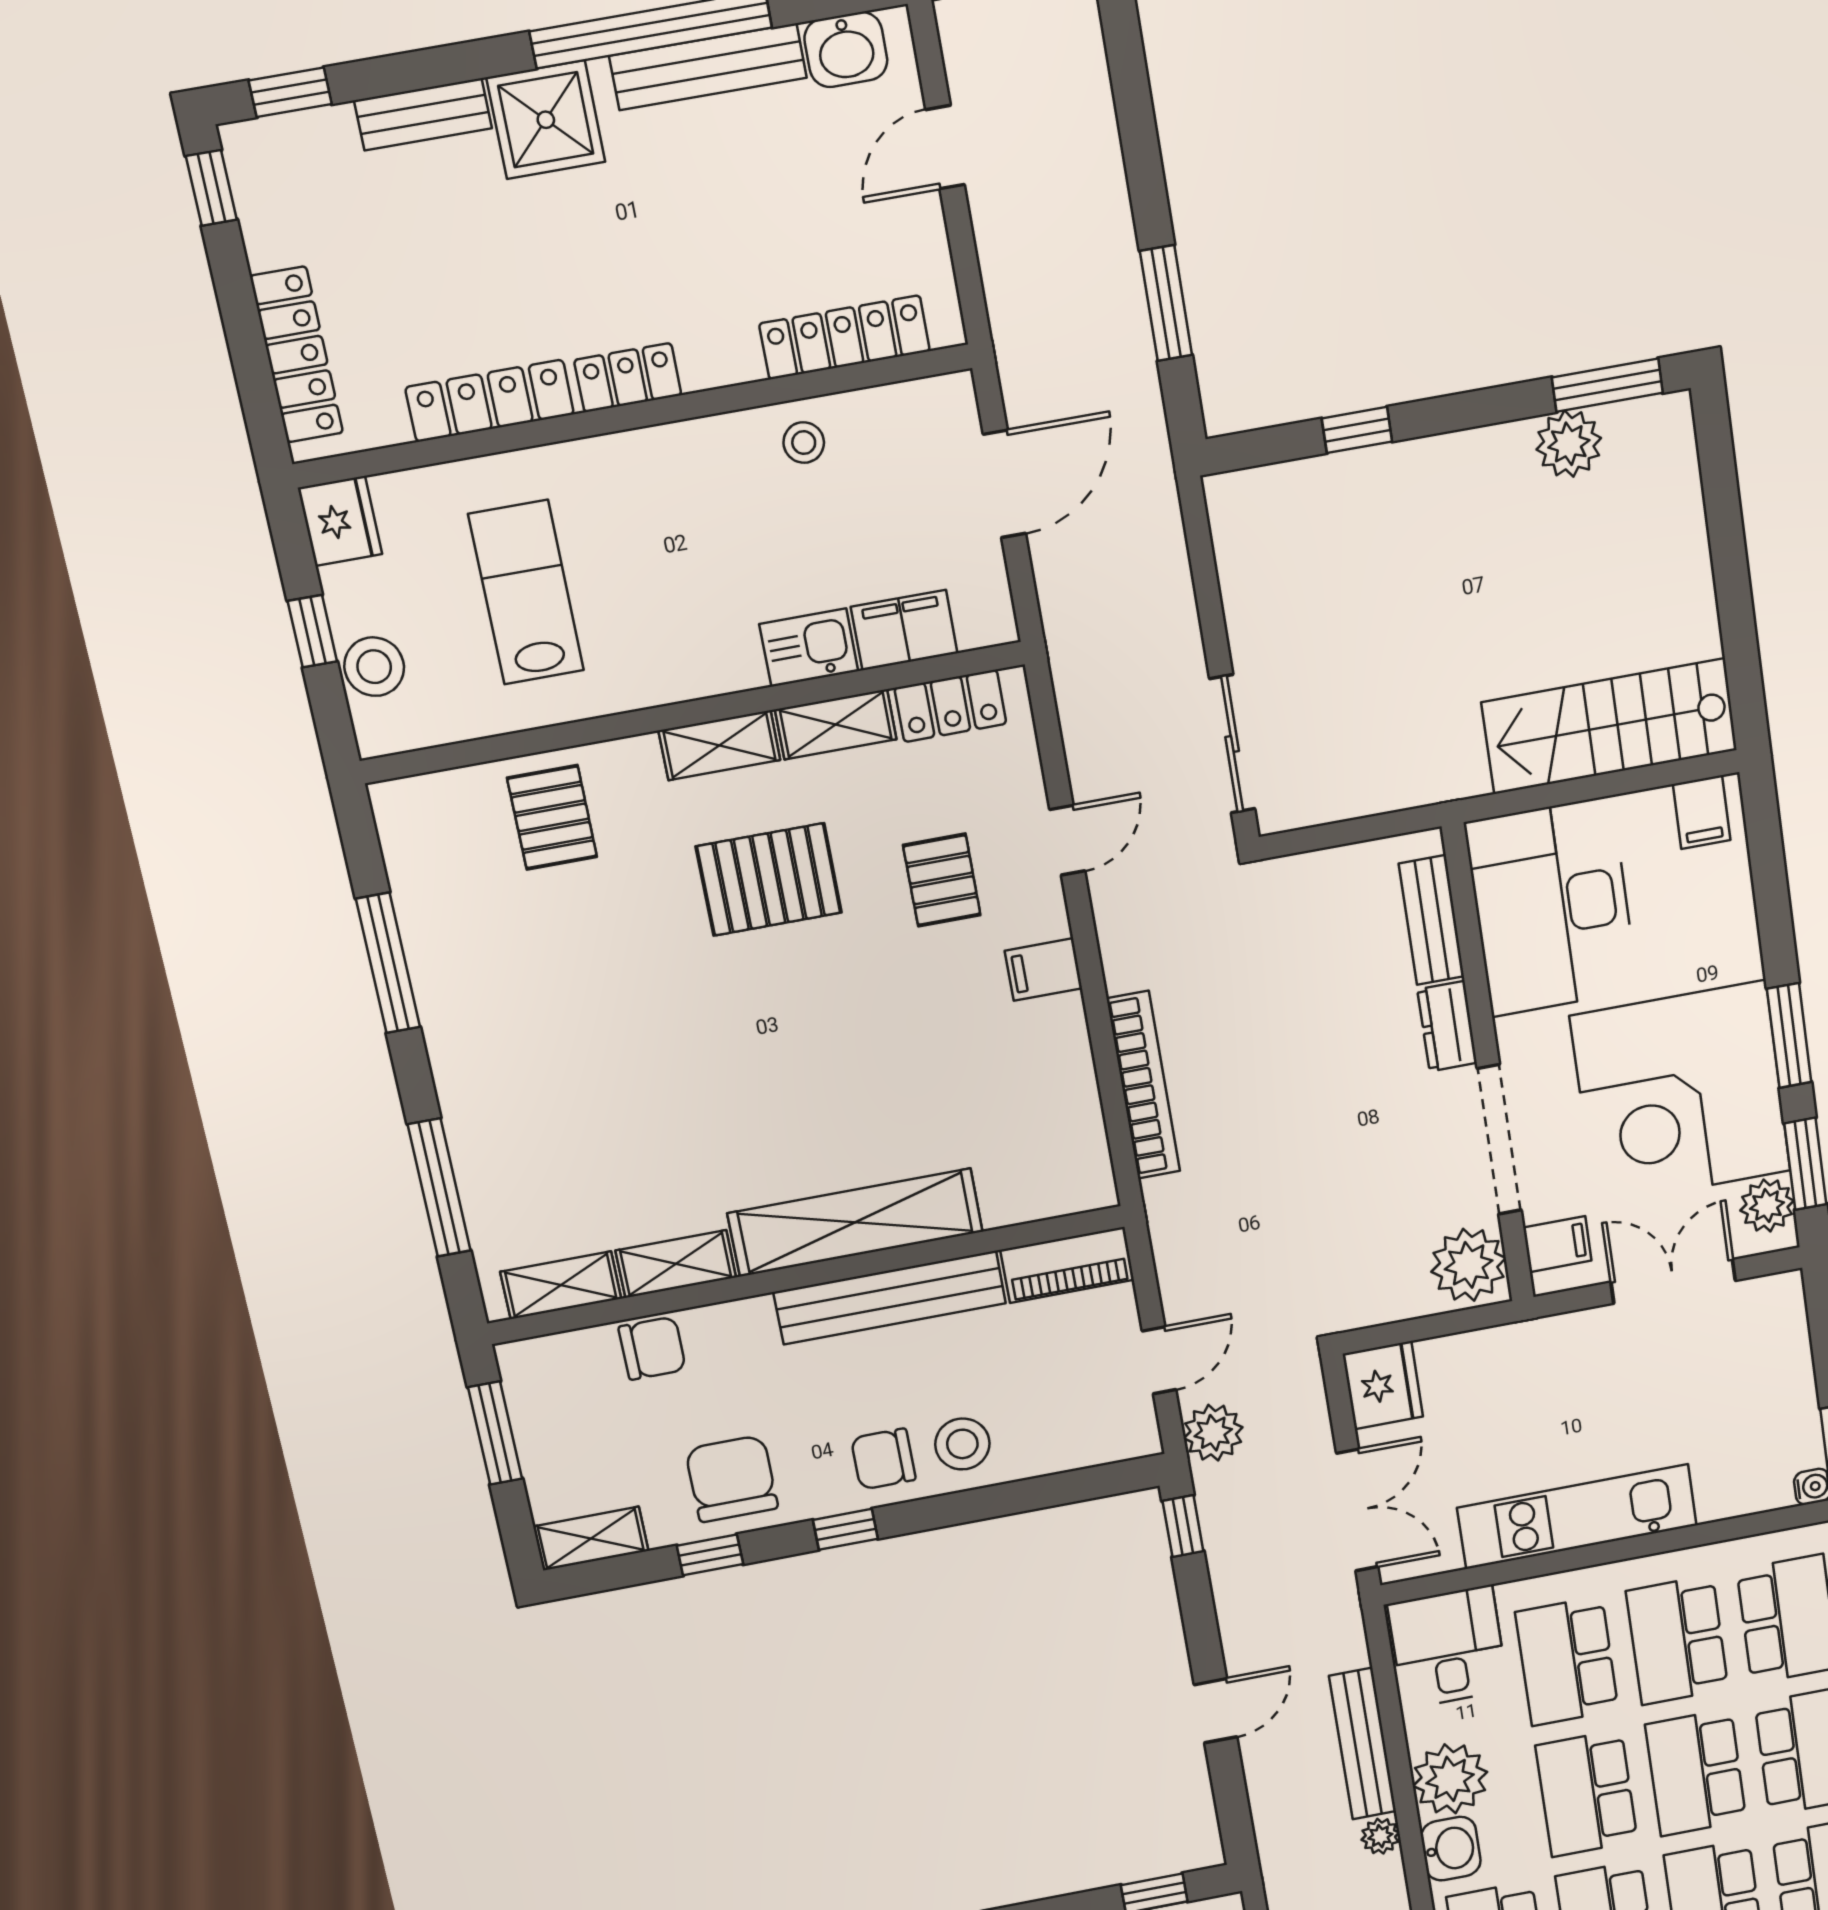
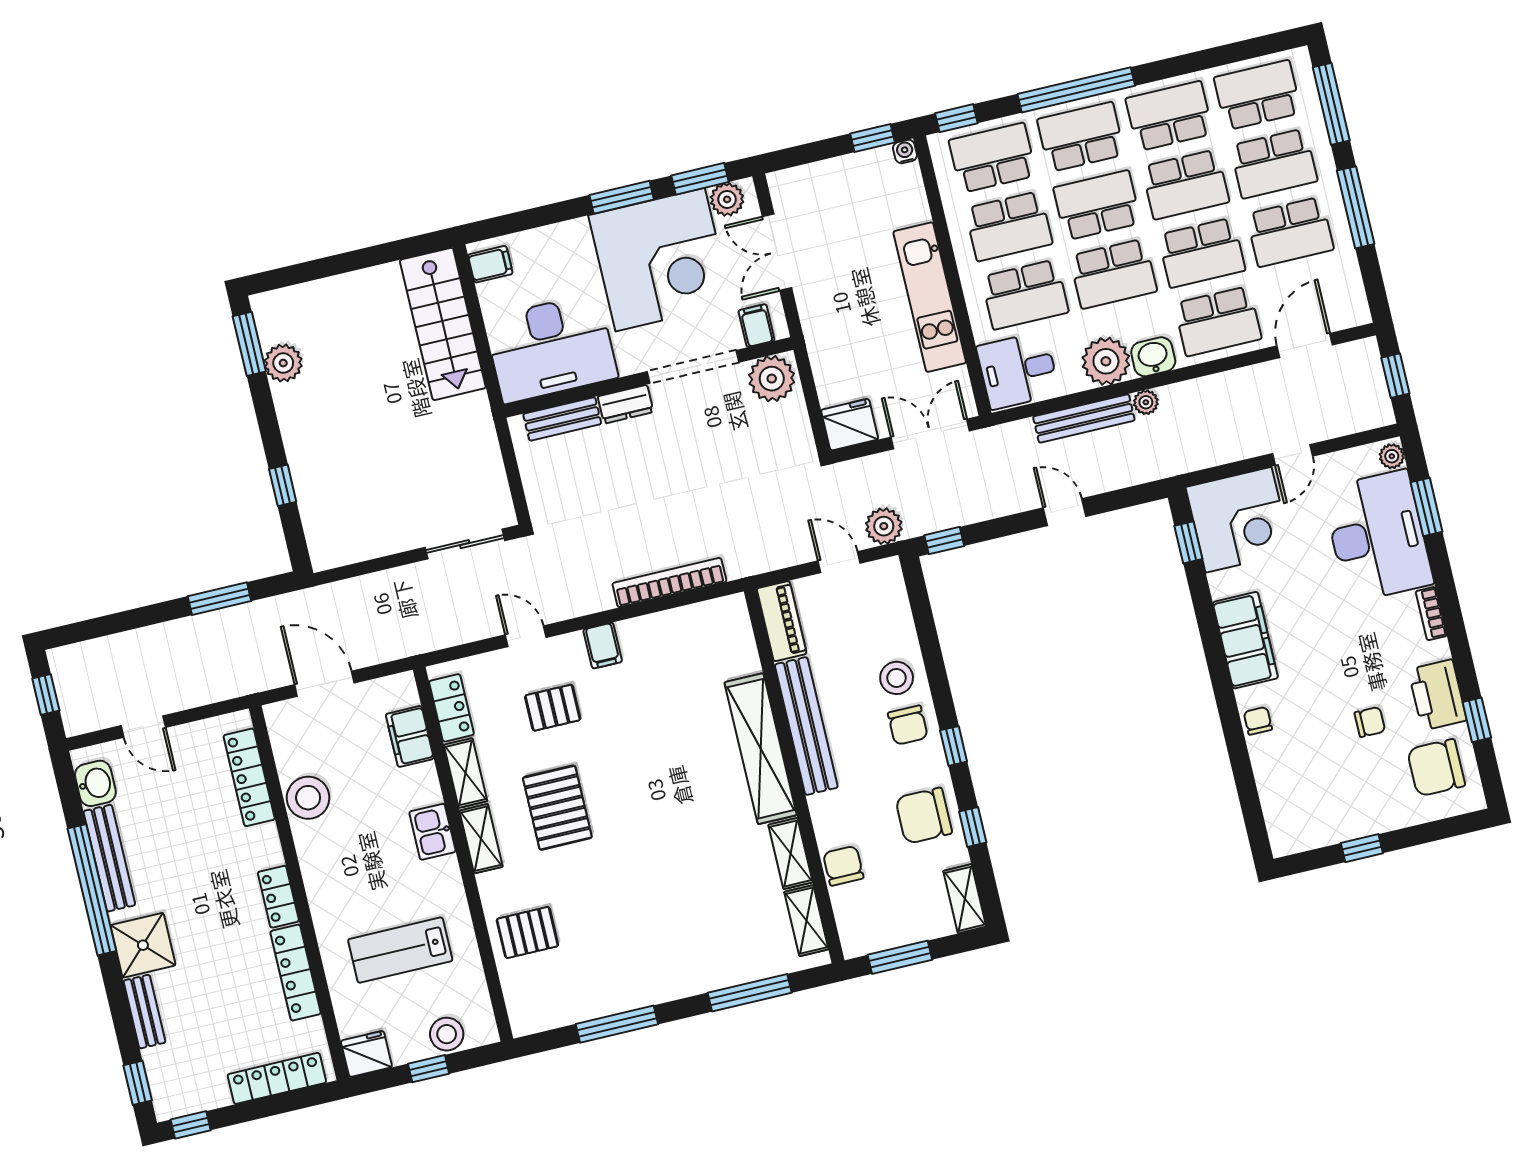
stool: (804, 443) -> (308, 798), width x1.89, depth x1.89
kitchen sink: (809, 648) -> (432, 832), moved
school desk: (1696, 1772) -> (1097, 205), turned 180

